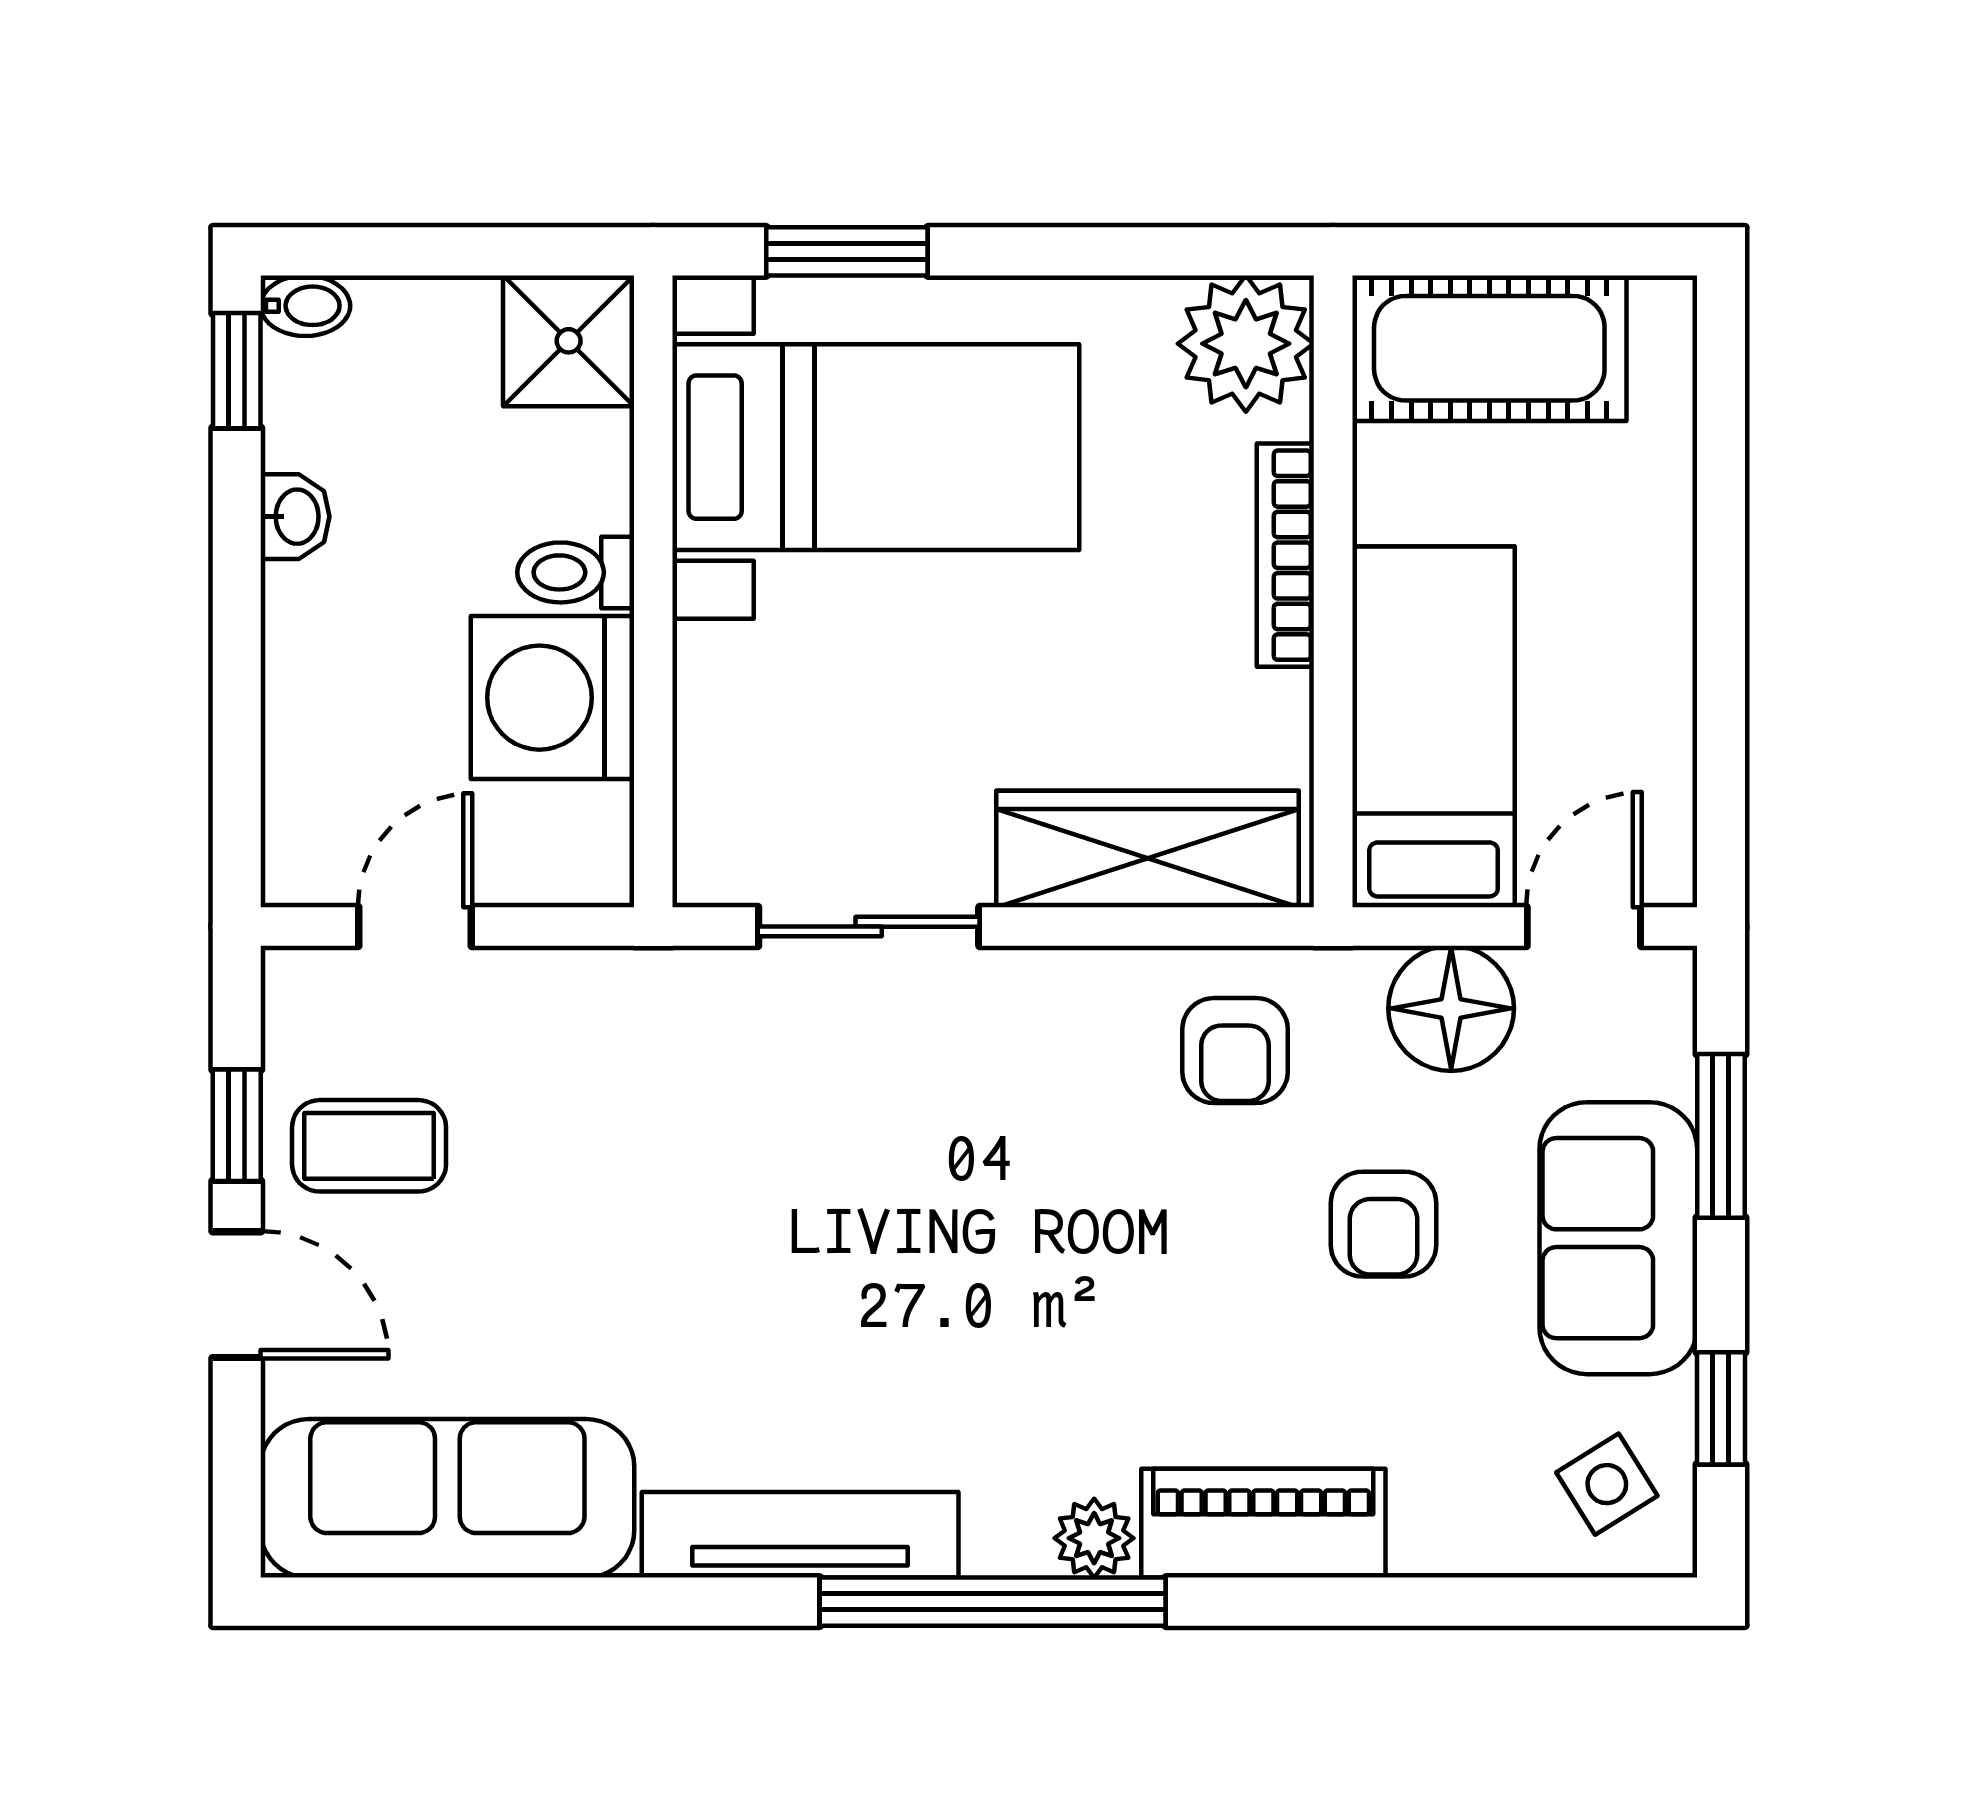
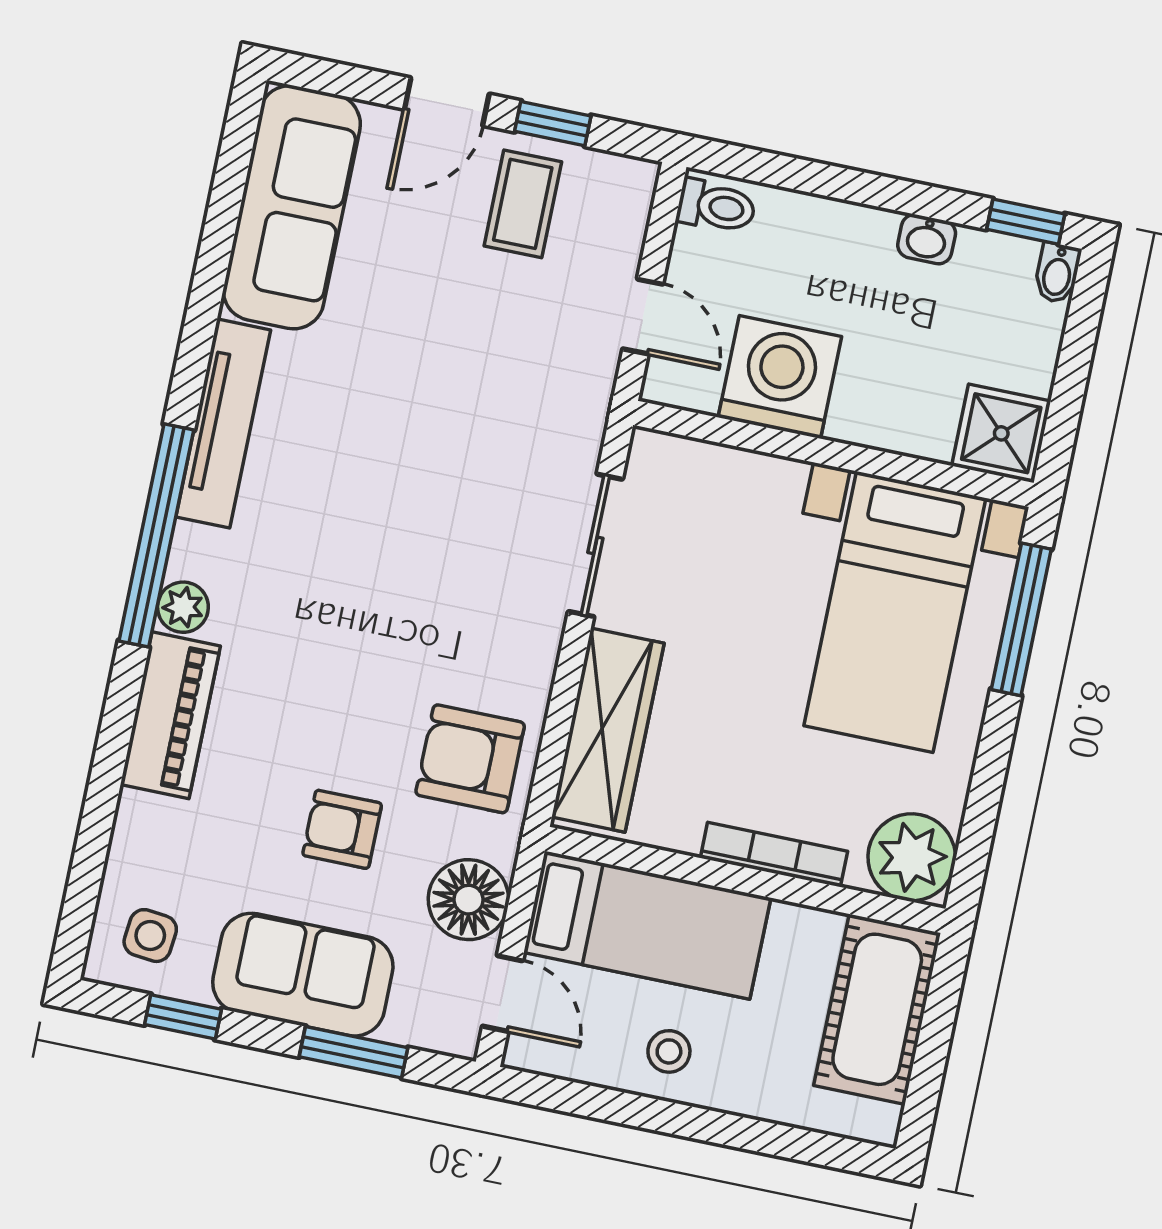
window: (847, 251) -> (1021, 619), width x1.44
toilet: (576, 572) -> (716, 206), moved, turned 90
stool: (1620, 653) -> (669, 1051), added
door: (415, 927) -> (643, 316), moved
armchair: (1235, 1051) -> (470, 759), width x1.38, depth x1.38
side table: (1607, 1484) -> (150, 936), turned 38

